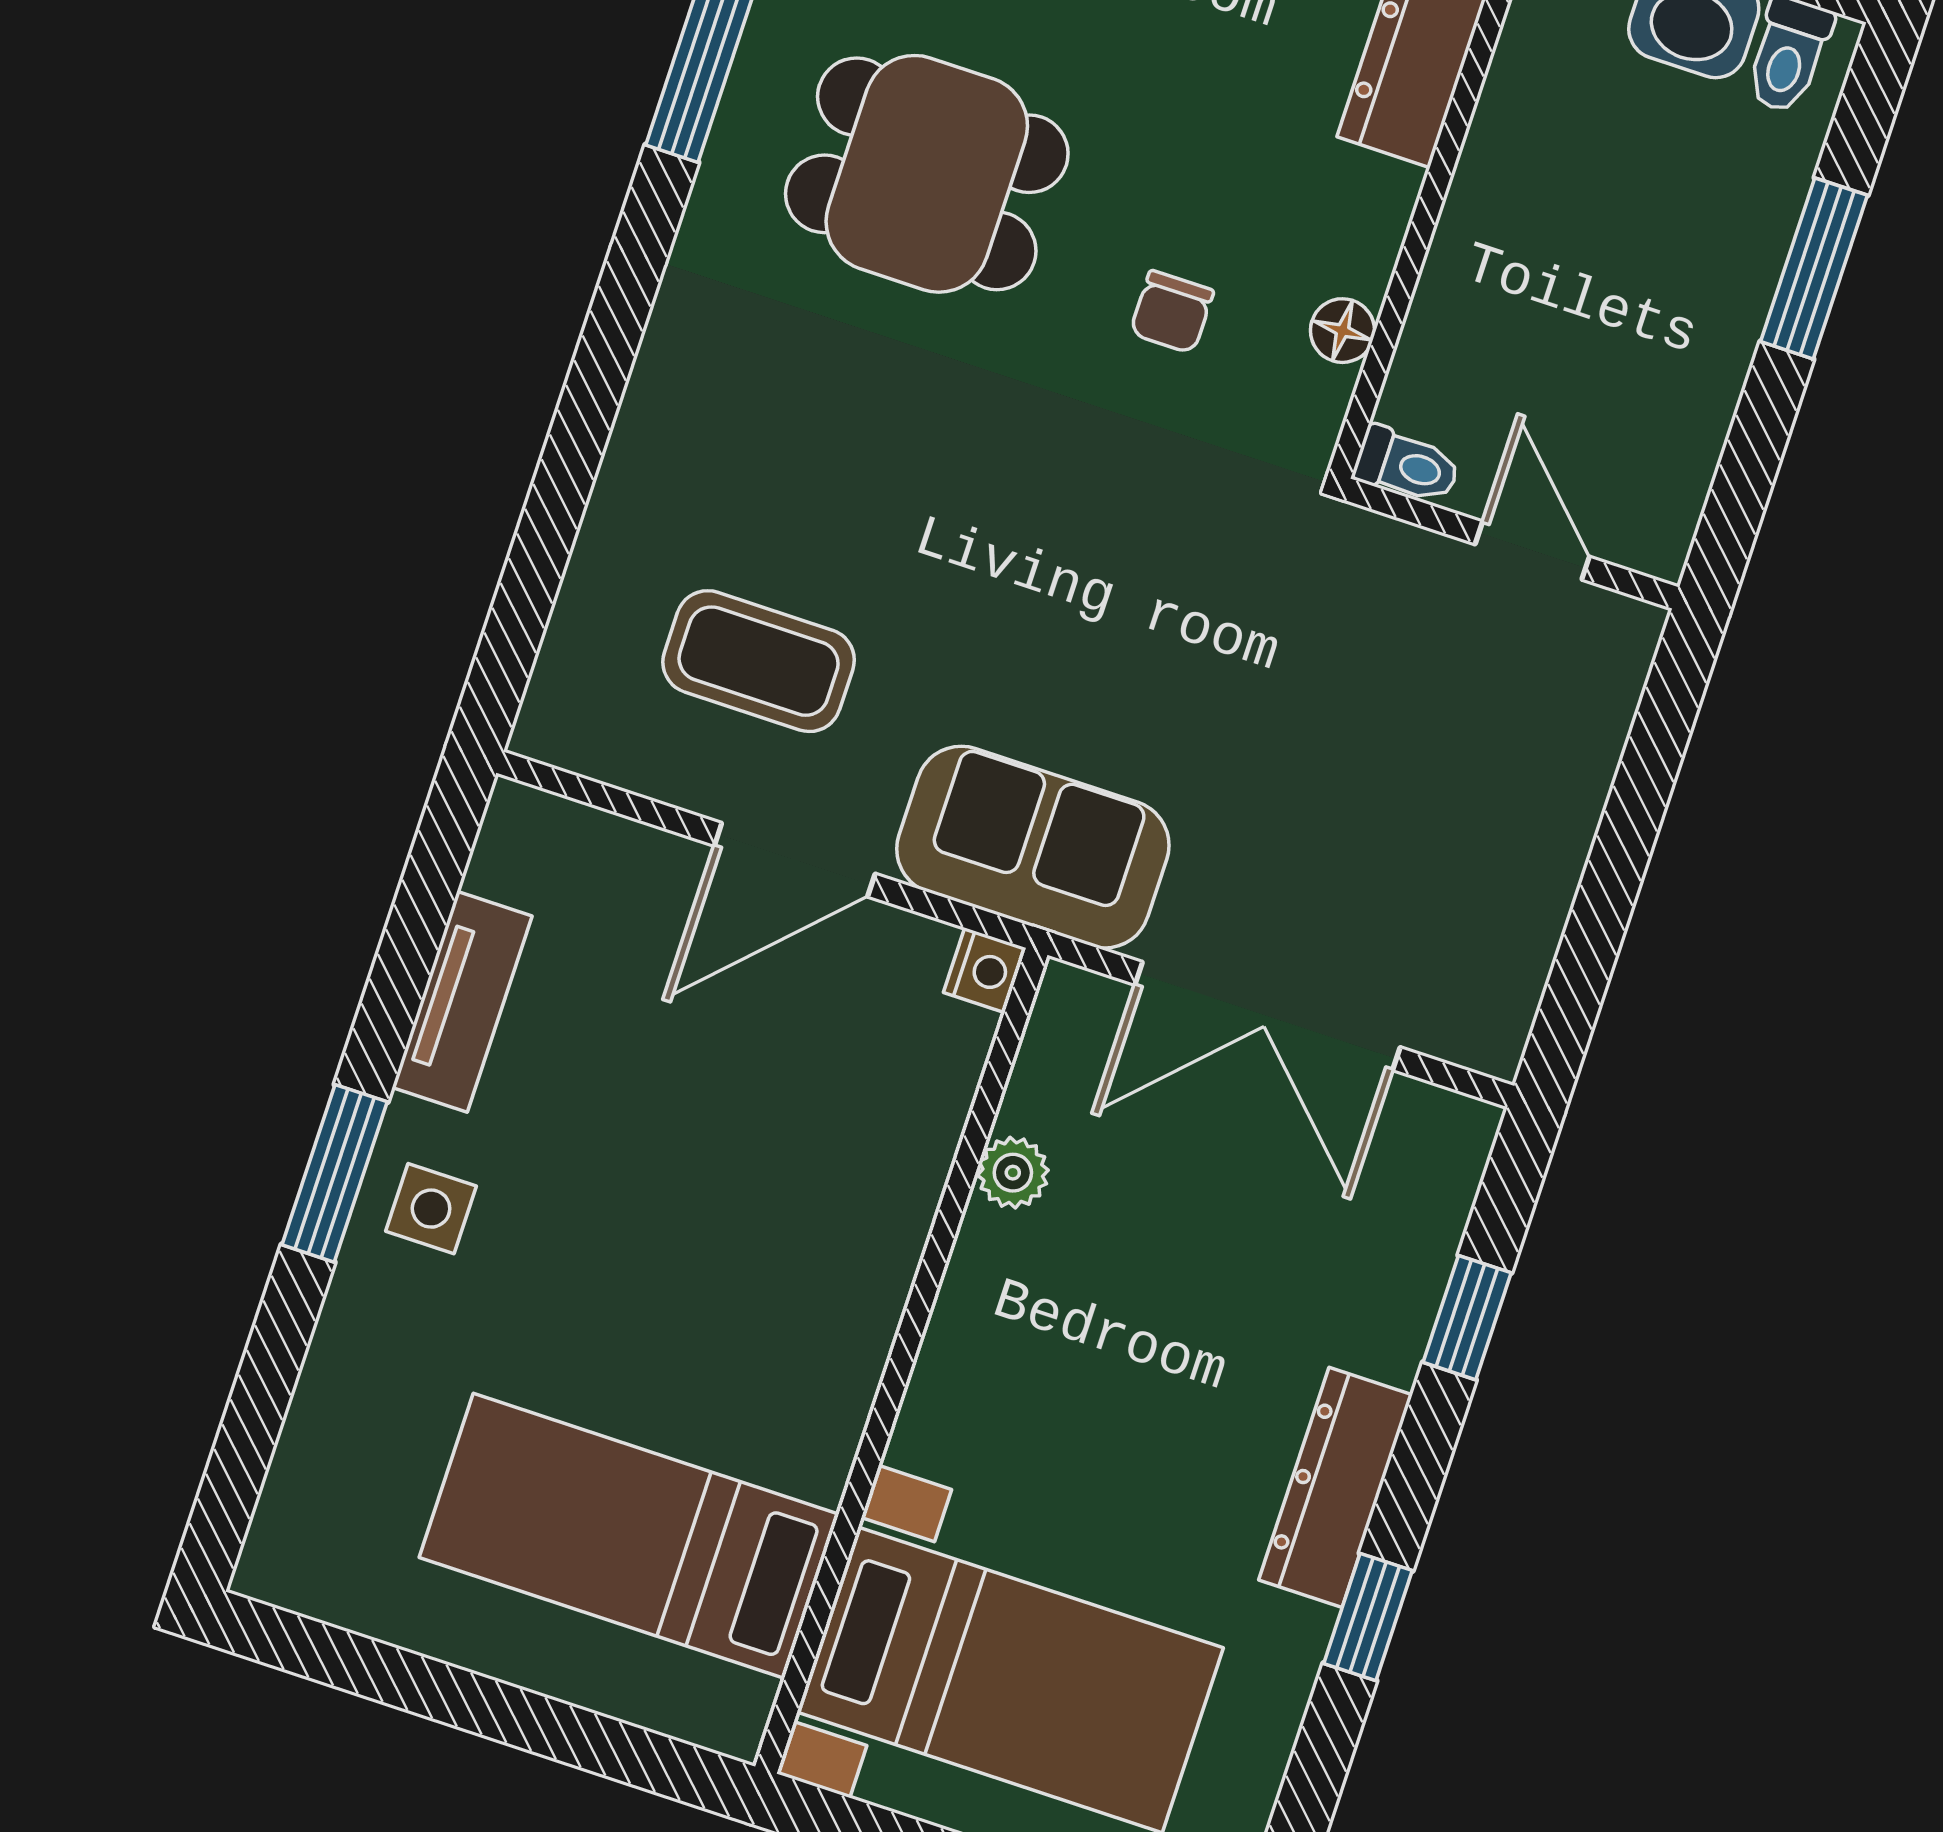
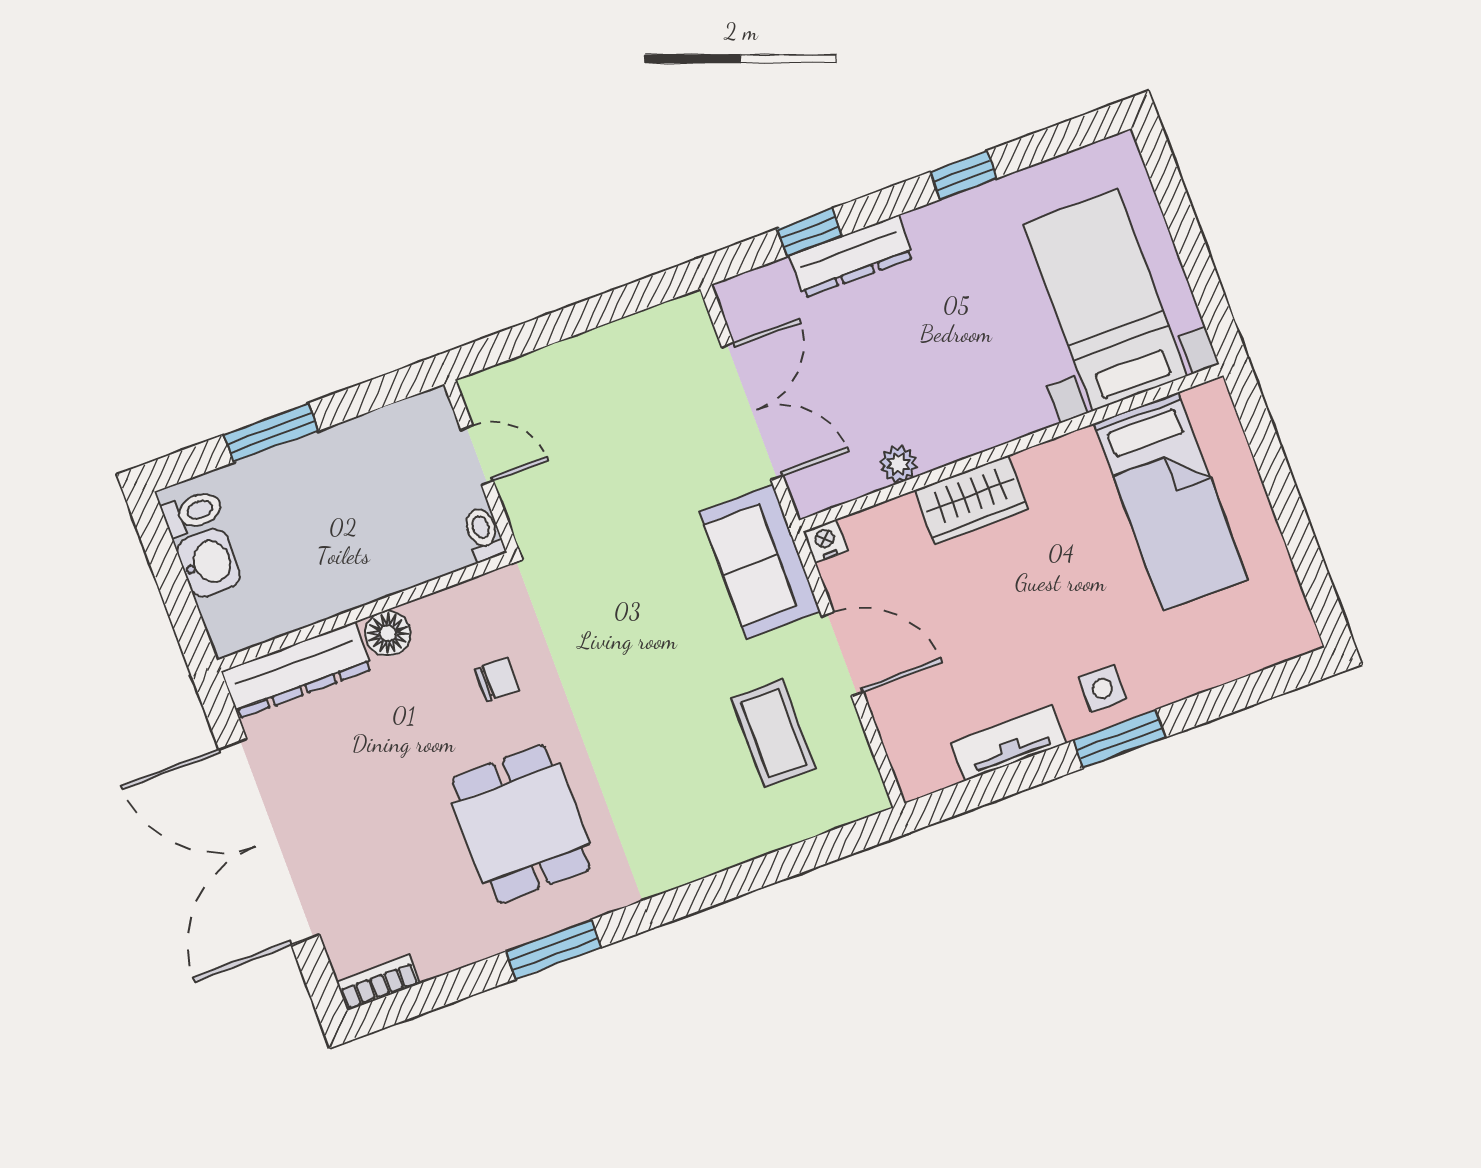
floor lamp: (1342, 331) -> (388, 633), moved, width x1.37, depth x1.37
door: (1532, 550) -> (477, 455), swing flipped
wardrobe: (871, 1239) -> (972, 500), added
dresser: (1336, 1487) -> (851, 257), moved

